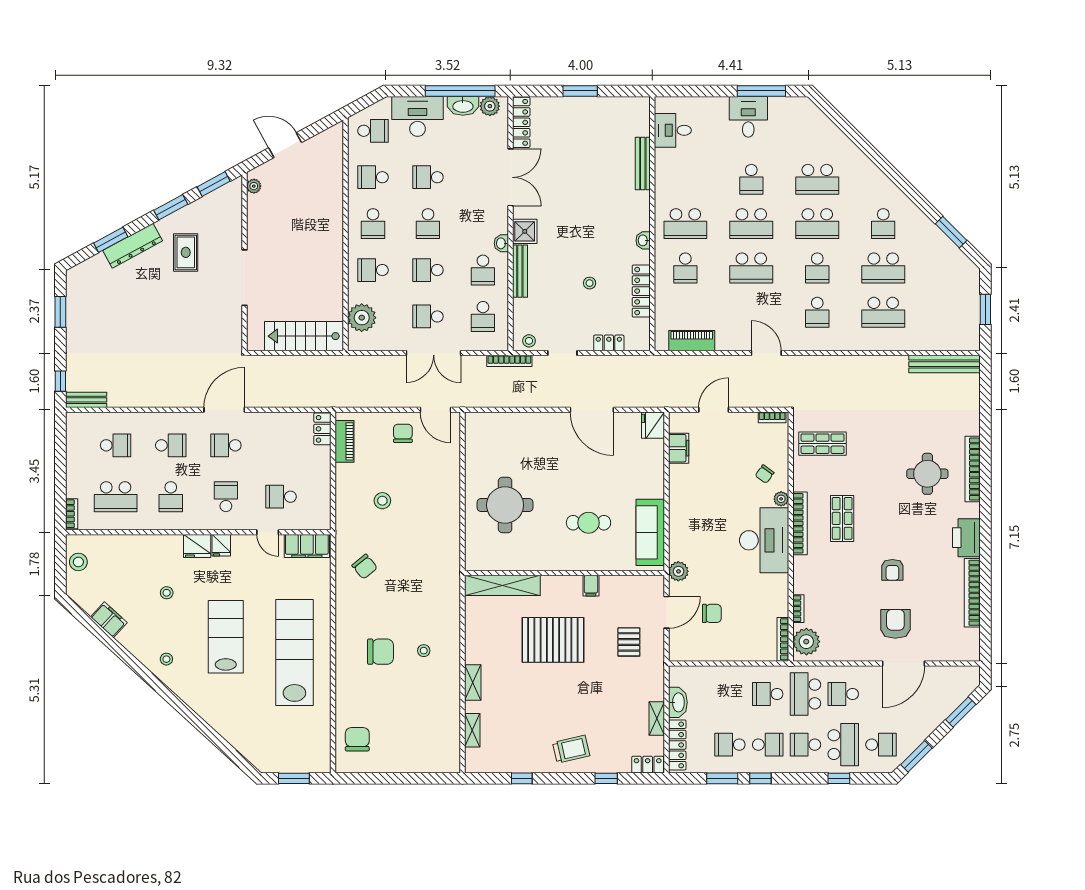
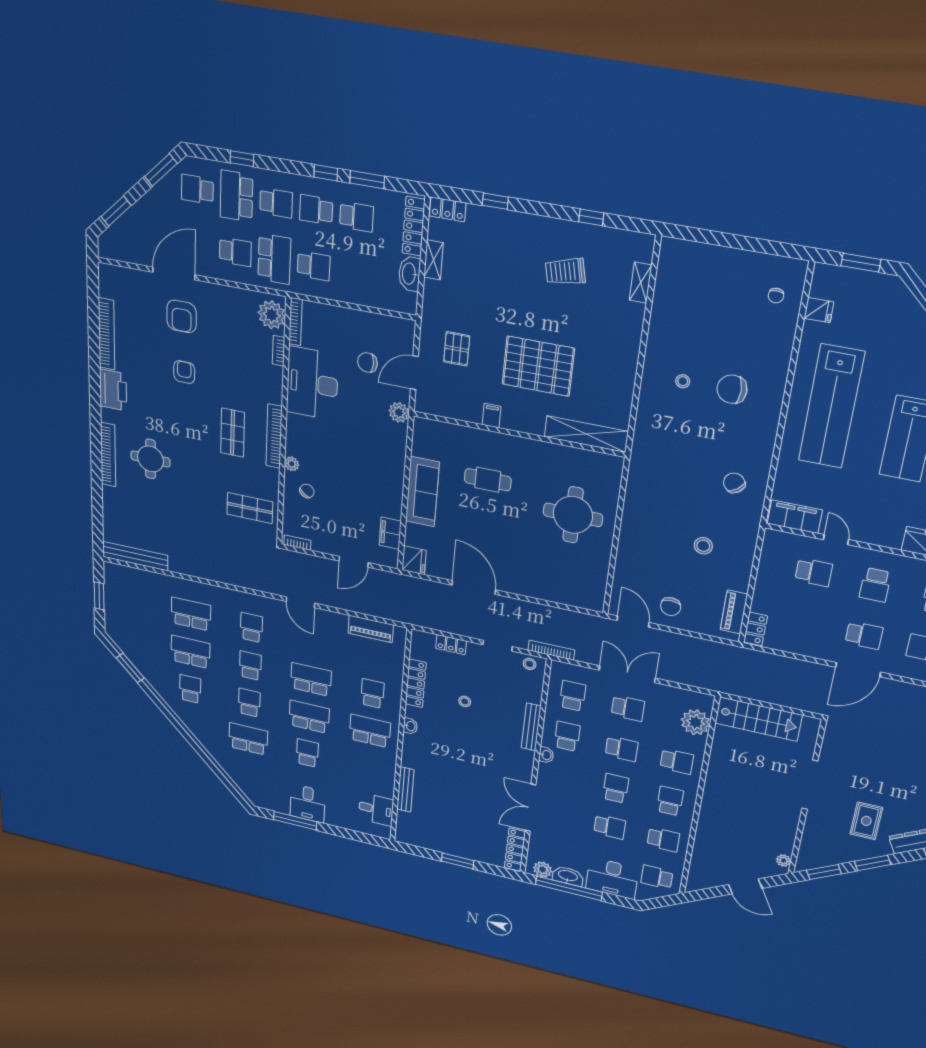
school desk: (817, 224) -> (249, 703), width x0.54
shower: (525, 231) -> (522, 760), removed
sofa: (650, 532) -> (422, 492), moved
desk: (764, 540) -> (312, 383), moved
fridge: (221, 545) -> (819, 310), moved, turned 90
shelving: (473, 682) -> (633, 336), removed
chair: (357, 739) -> (776, 296), width x0.54, depth x0.54
trolley: (571, 749) -> (565, 271), moved

